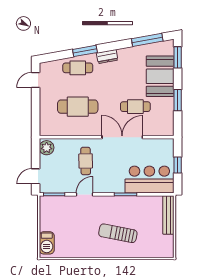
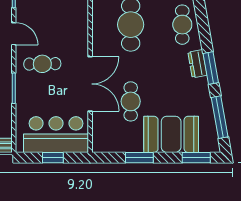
window: (85, 51) -> (211, 68), moved
cafe table: (86, 161) -> (42, 64), moved
bar counter: (149, 180) -> (56, 135), moved, turned -90

